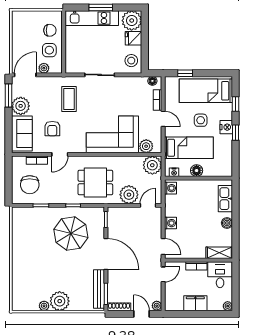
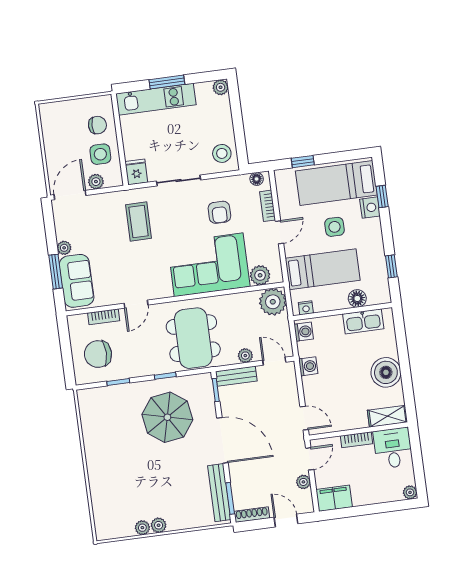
plant: (132, 21) -> (221, 87), width x0.53, depth x0.53
fridge: (134, 38) -> (136, 172), moved, turned 90
window: (9, 95) -> (56, 272), moved
plant: (21, 106) -> (64, 248), width x0.53, depth x0.53
door: (163, 119) -> (279, 232), hinge flipped
nightstand: (226, 127) -> (370, 208), moved
armchair: (52, 129) -> (219, 212), moved
window: (235, 133) -> (391, 266), moved
floor lamp: (197, 171) -> (357, 298), moved
dining table: (95, 183) -> (193, 338), width x1.38
chair: (30, 185) -> (98, 354), turned 90
plant: (129, 195) -> (245, 356), width x0.53, depth x0.53
kitchen sink: (225, 199) -> (363, 321), moved, turned -90
door: (148, 205) -> (274, 361), hinge flipped
bench: (121, 212) -> (236, 376), added
washing machine: (170, 223) -> (308, 366), moved
boiler: (227, 223) -> (386, 372), width x1.86, depth x1.86
plant: (60, 301) -> (159, 525), width x0.53, depth x0.53
filing cabinet: (195, 303) -> (334, 498), moved
plant: (157, 306) -> (303, 482), moved

